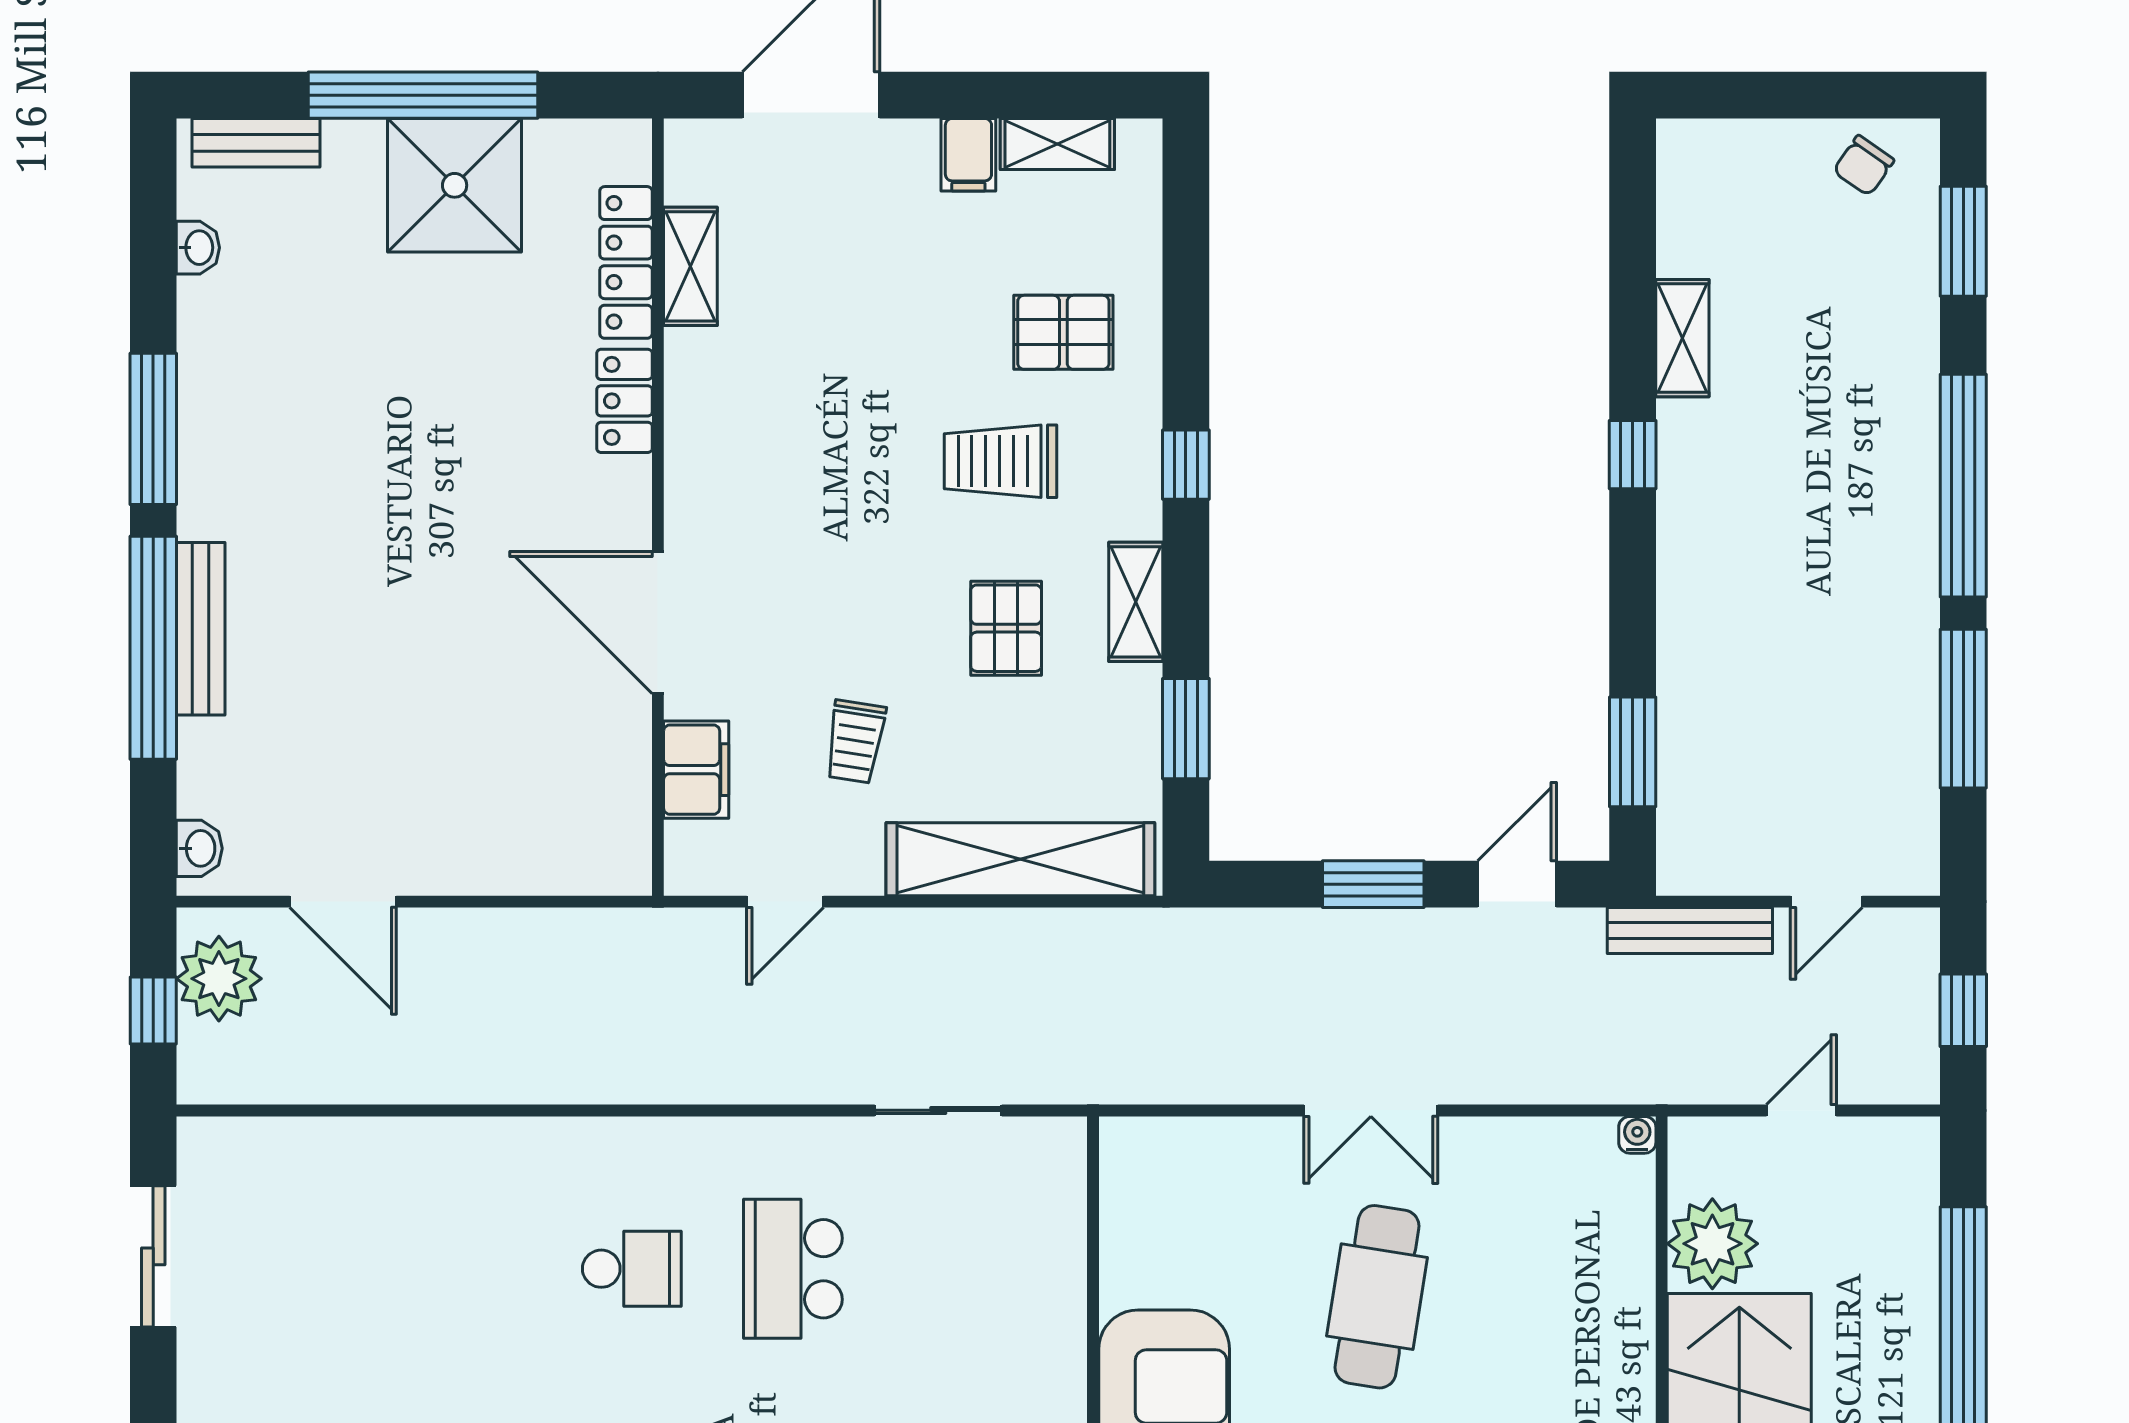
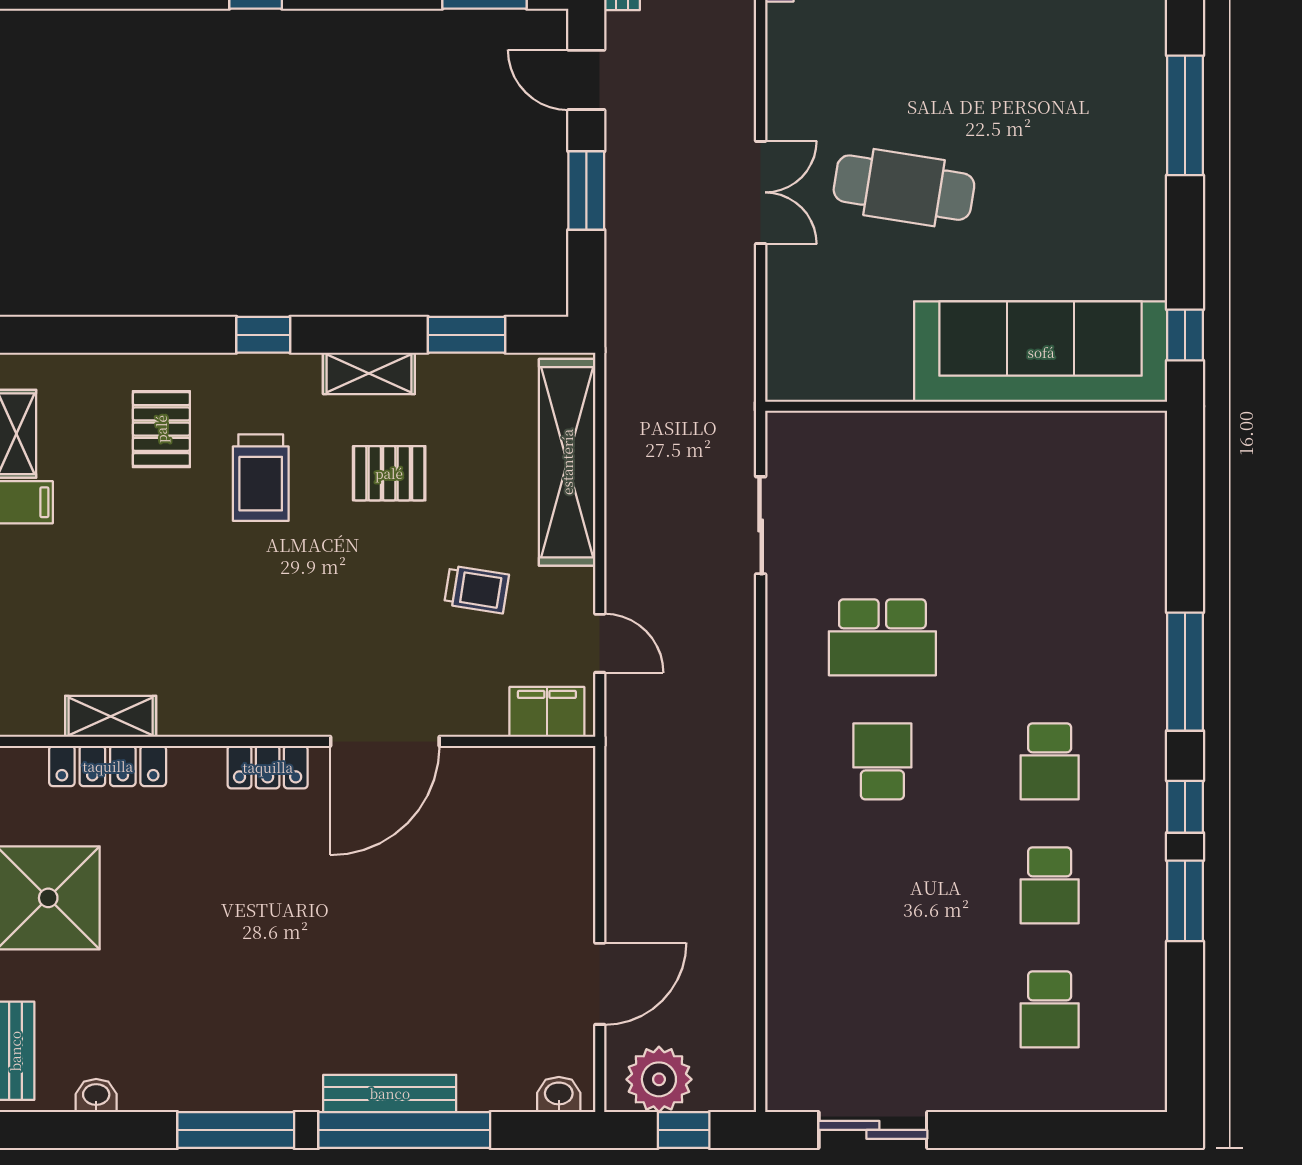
locker: (624, 401) -> (268, 767), moved
filing cabinet: (696, 770) -> (547, 712), moved

